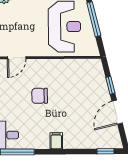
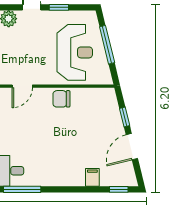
chair: (40, 96) -> (61, 99), moved
filing cabinet: (56, 141) -> (92, 177), moved

